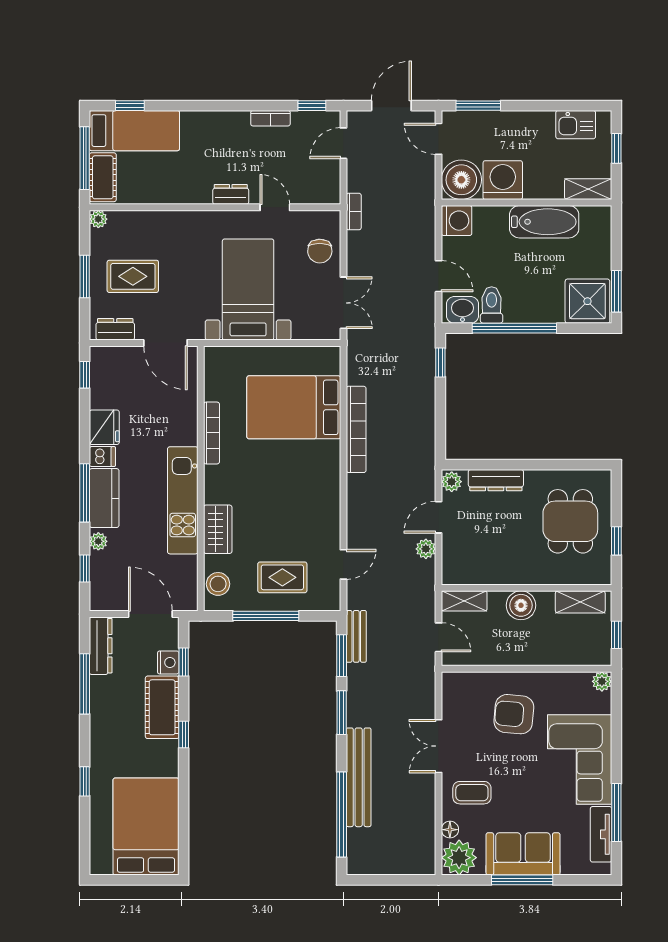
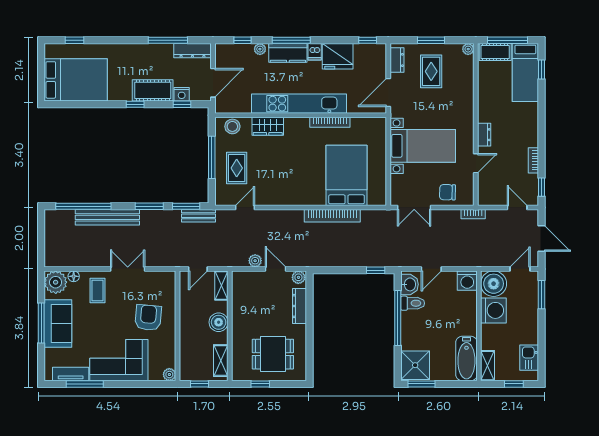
bathtub: (544, 222) -> (466, 359), moved
fridge: (104, 427) -> (338, 56), width x1.36, depth x1.34
kitchen unit: (183, 500) -> (299, 104), width x1.36
door: (343, 564) -> (245, 207), swing flipped
window: (85, 781) -> (74, 40), moved

